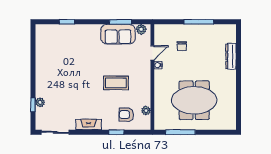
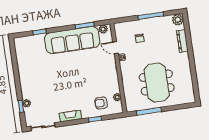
plant: (229, 31) -> (178, 20), added
sofa: (118, 34) -> (72, 40), width x1.85, depth x1.27
door: (152, 53) -> (115, 48), swing flipped
coffee table: (116, 83) -> (88, 78), removed
meeting table: (194, 100) -> (157, 83), turned 90

